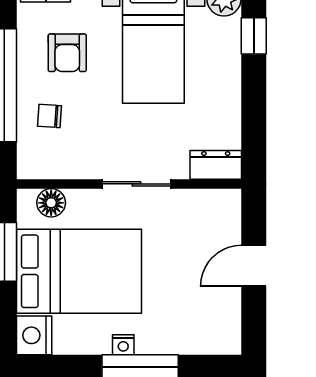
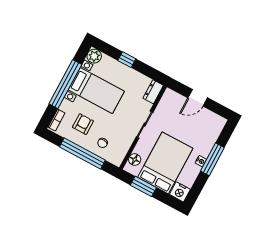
window: (254, 36) -> (127, 60), moved
armchair: (67, 53) -> (83, 124), turned -90
door: (254, 266) -> (198, 98), hinge flipped

